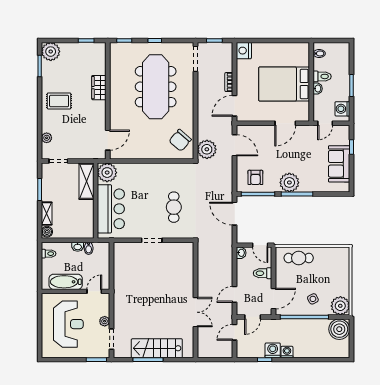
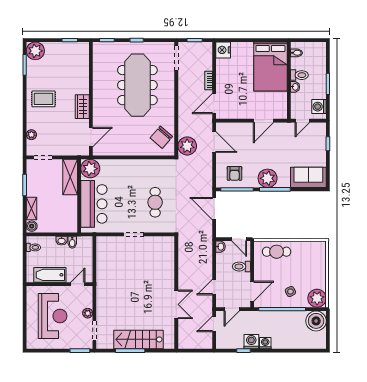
bed: (284, 84) -> (270, 66), moved, turned -90
wardrobe: (99, 88) -> (82, 107), moved
sofa: (339, 164) -> (308, 177), moved, turned 90

